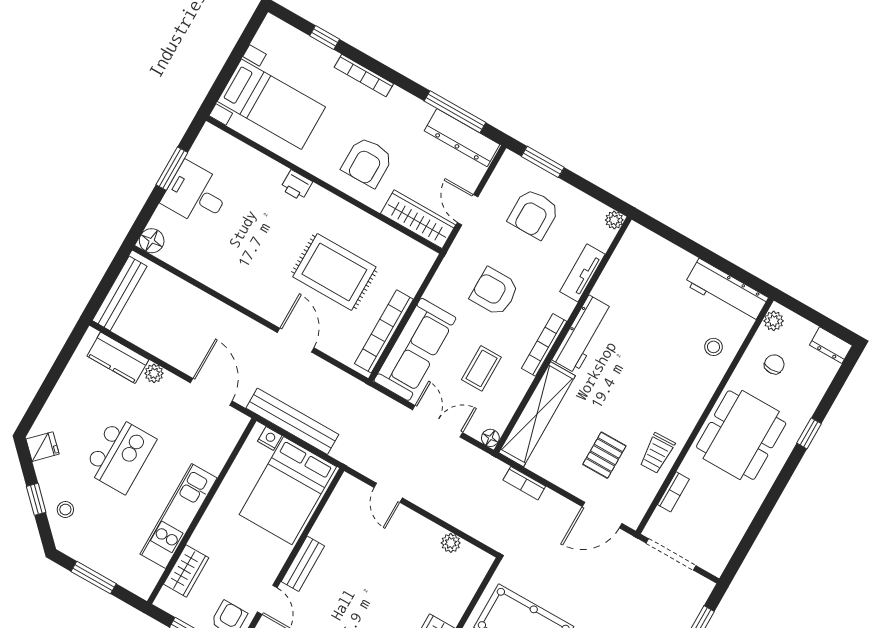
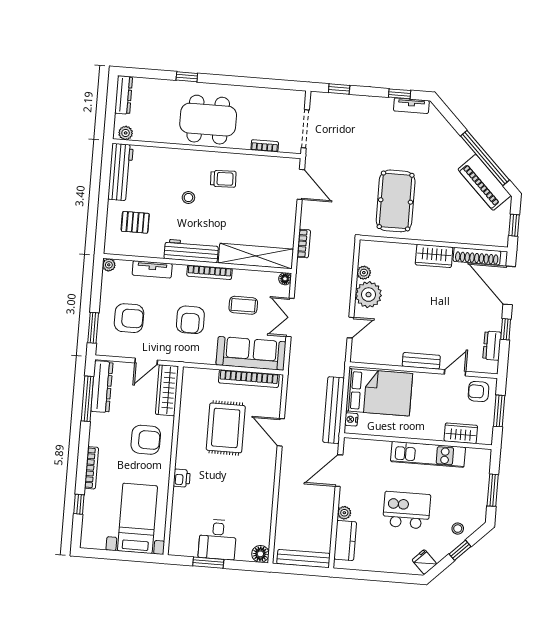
door: (296, 340) -> (281, 432), hinge flipped
dresser: (831, 345) -> (124, 95), width x1.44
stool: (713, 347) -> (188, 198), moved
chair: (774, 364) -> (153, 120), removed
trolley: (657, 453) -> (223, 179), moved
pallet: (604, 455) -> (135, 222), moved
plant: (420, 536) -> (368, 295), added

